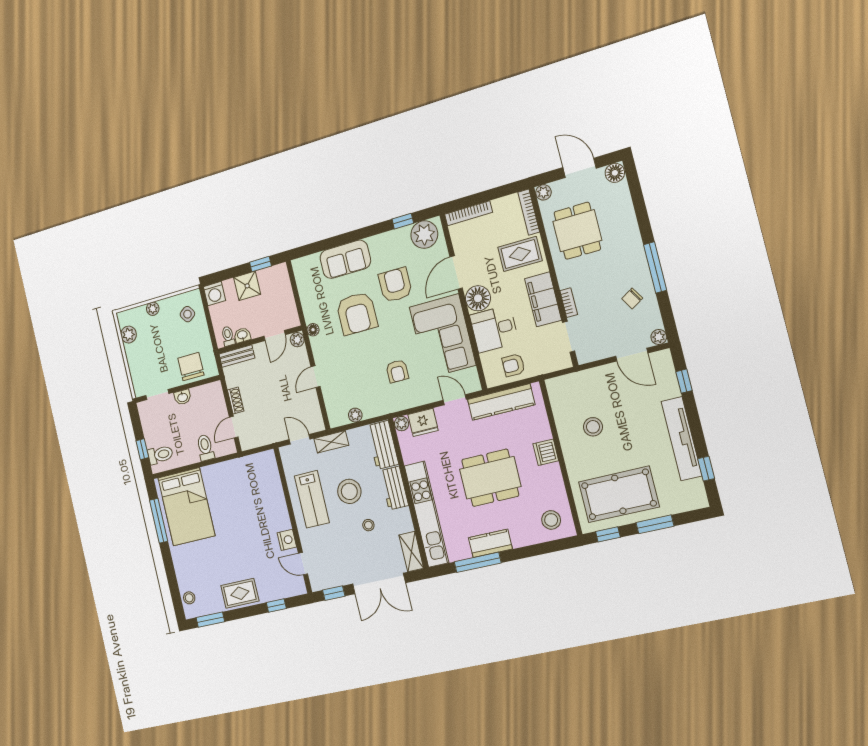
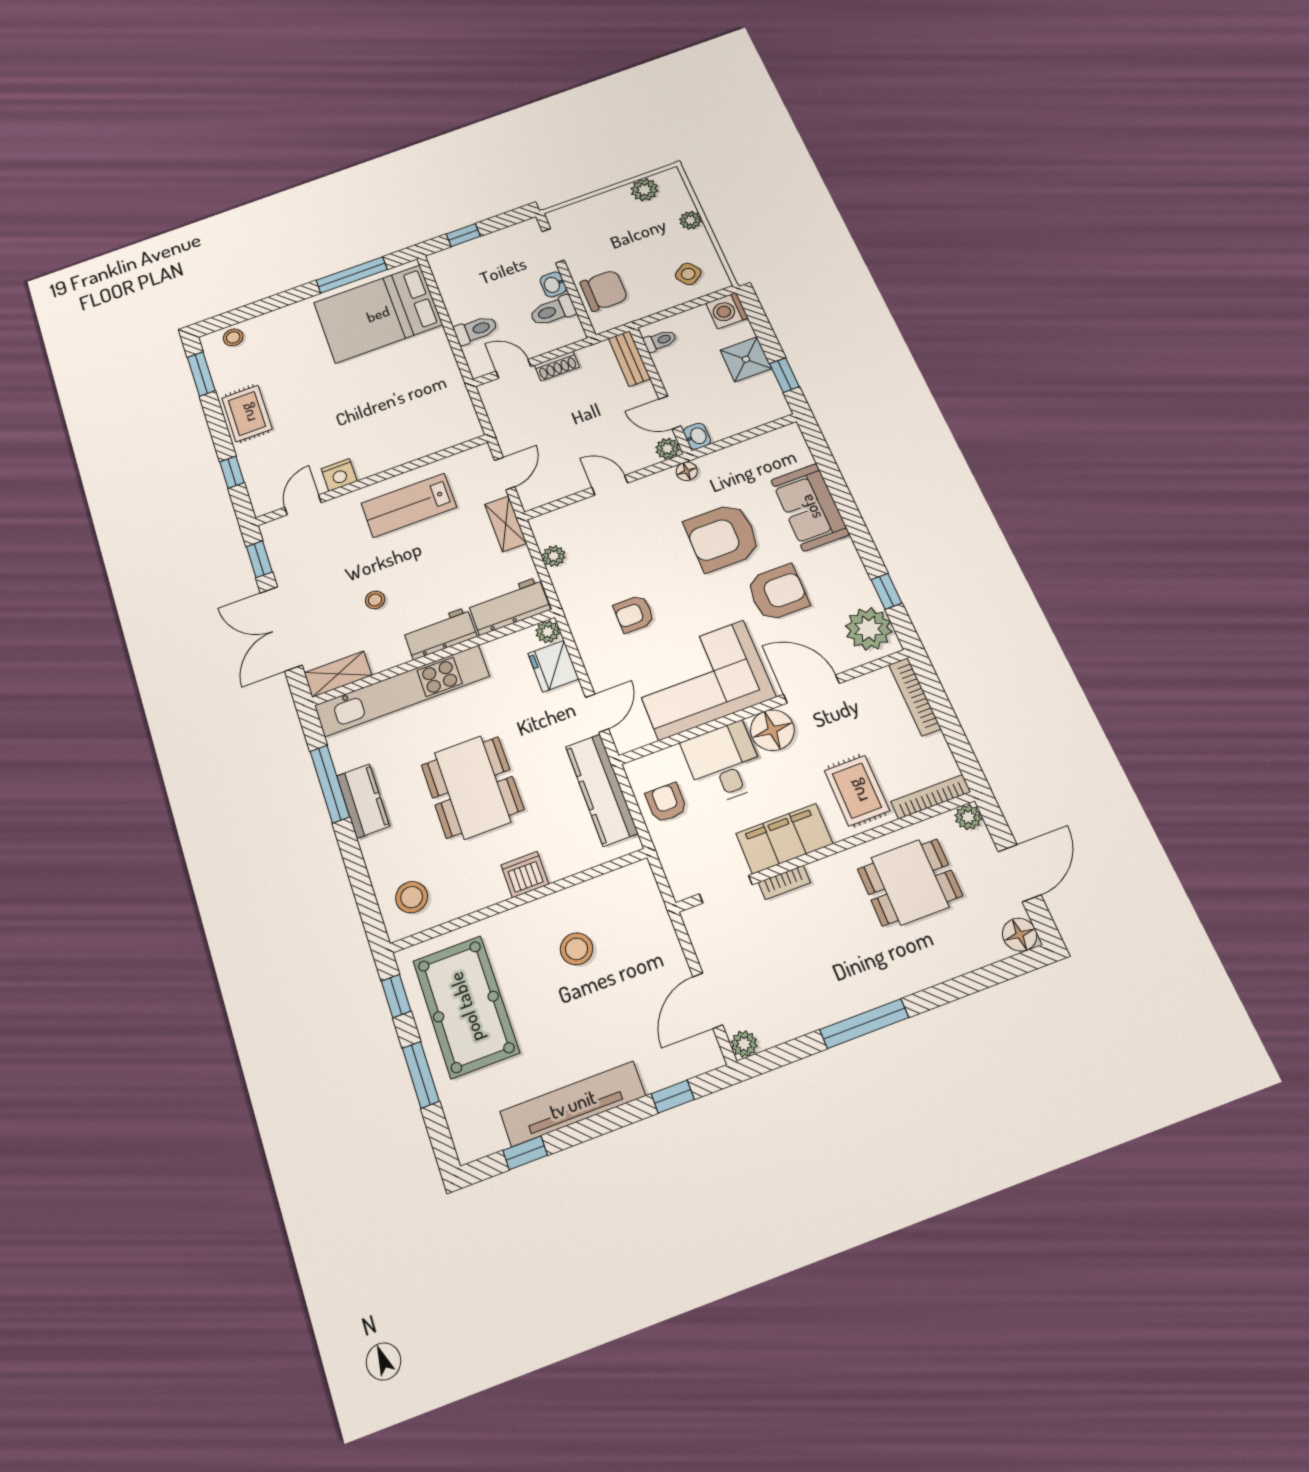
chair: (632, 298) -> (805, 990), removed
washbasin: (242, 335) -> (697, 436), moved
toilet: (160, 455) -> (553, 311), moved, turned 90
stool: (349, 491) -> (427, 563), removed

